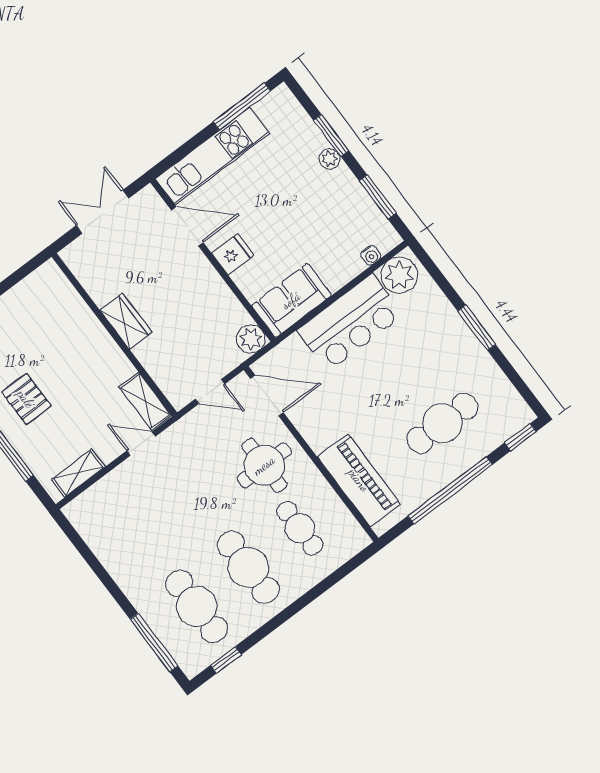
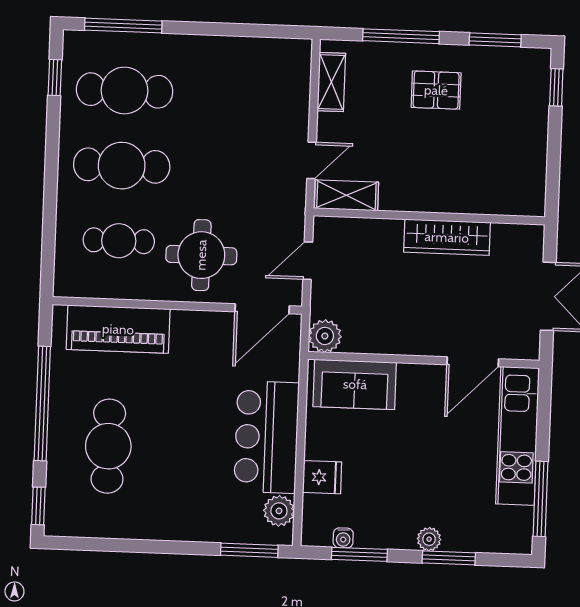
fridge: (233, 254) -> (322, 477), moved, turned -90
water cooler: (371, 255) -> (343, 538), moved, turned -90
plant: (399, 275) -> (279, 511), width x0.73, depth x0.73
sofa: (291, 300) -> (355, 384), moved, turned 90
wardrobe: (126, 321) -> (447, 237), width x1.50
window: (477, 328) -> (249, 550), moved

